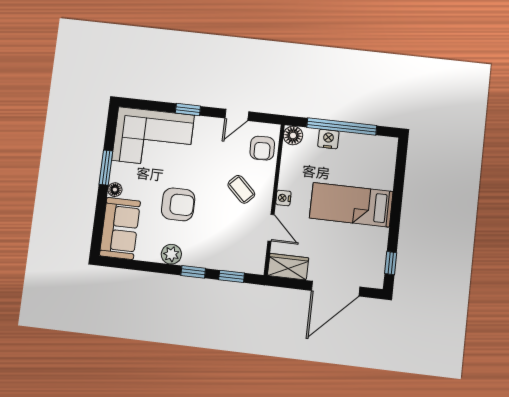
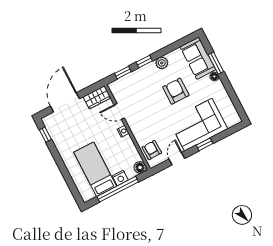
corner sofa: (153, 138) -> (198, 125), moved
window: (106, 168) -> (216, 63), moved
coffee table: (241, 189) -> (148, 121), removed
armchair: (178, 204) -> (176, 91), turned 90
bed: (351, 205) -> (95, 169), moved, turned -90

